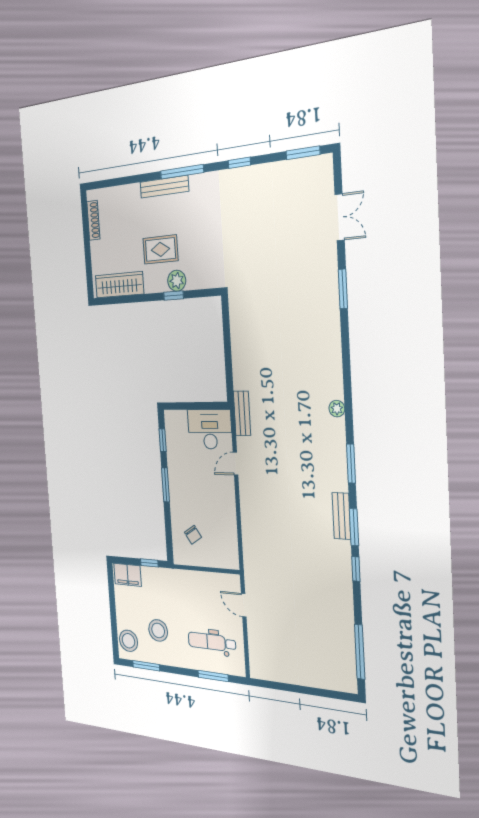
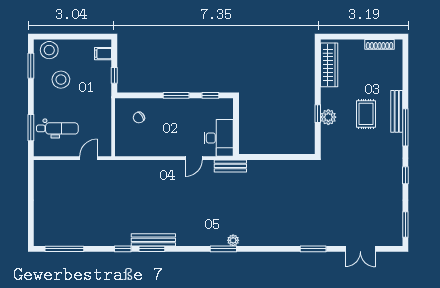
rug: (160, 249) -> (366, 114), moved
door: (236, 464) -> (194, 158), swing flipped
window: (351, 464) -> (223, 249), moved
bench: (341, 516) -> (153, 240), width x1.36
filing cabinet: (127, 575) -> (103, 54), width x0.50
dental chair: (212, 642) -> (57, 128), turned 90

